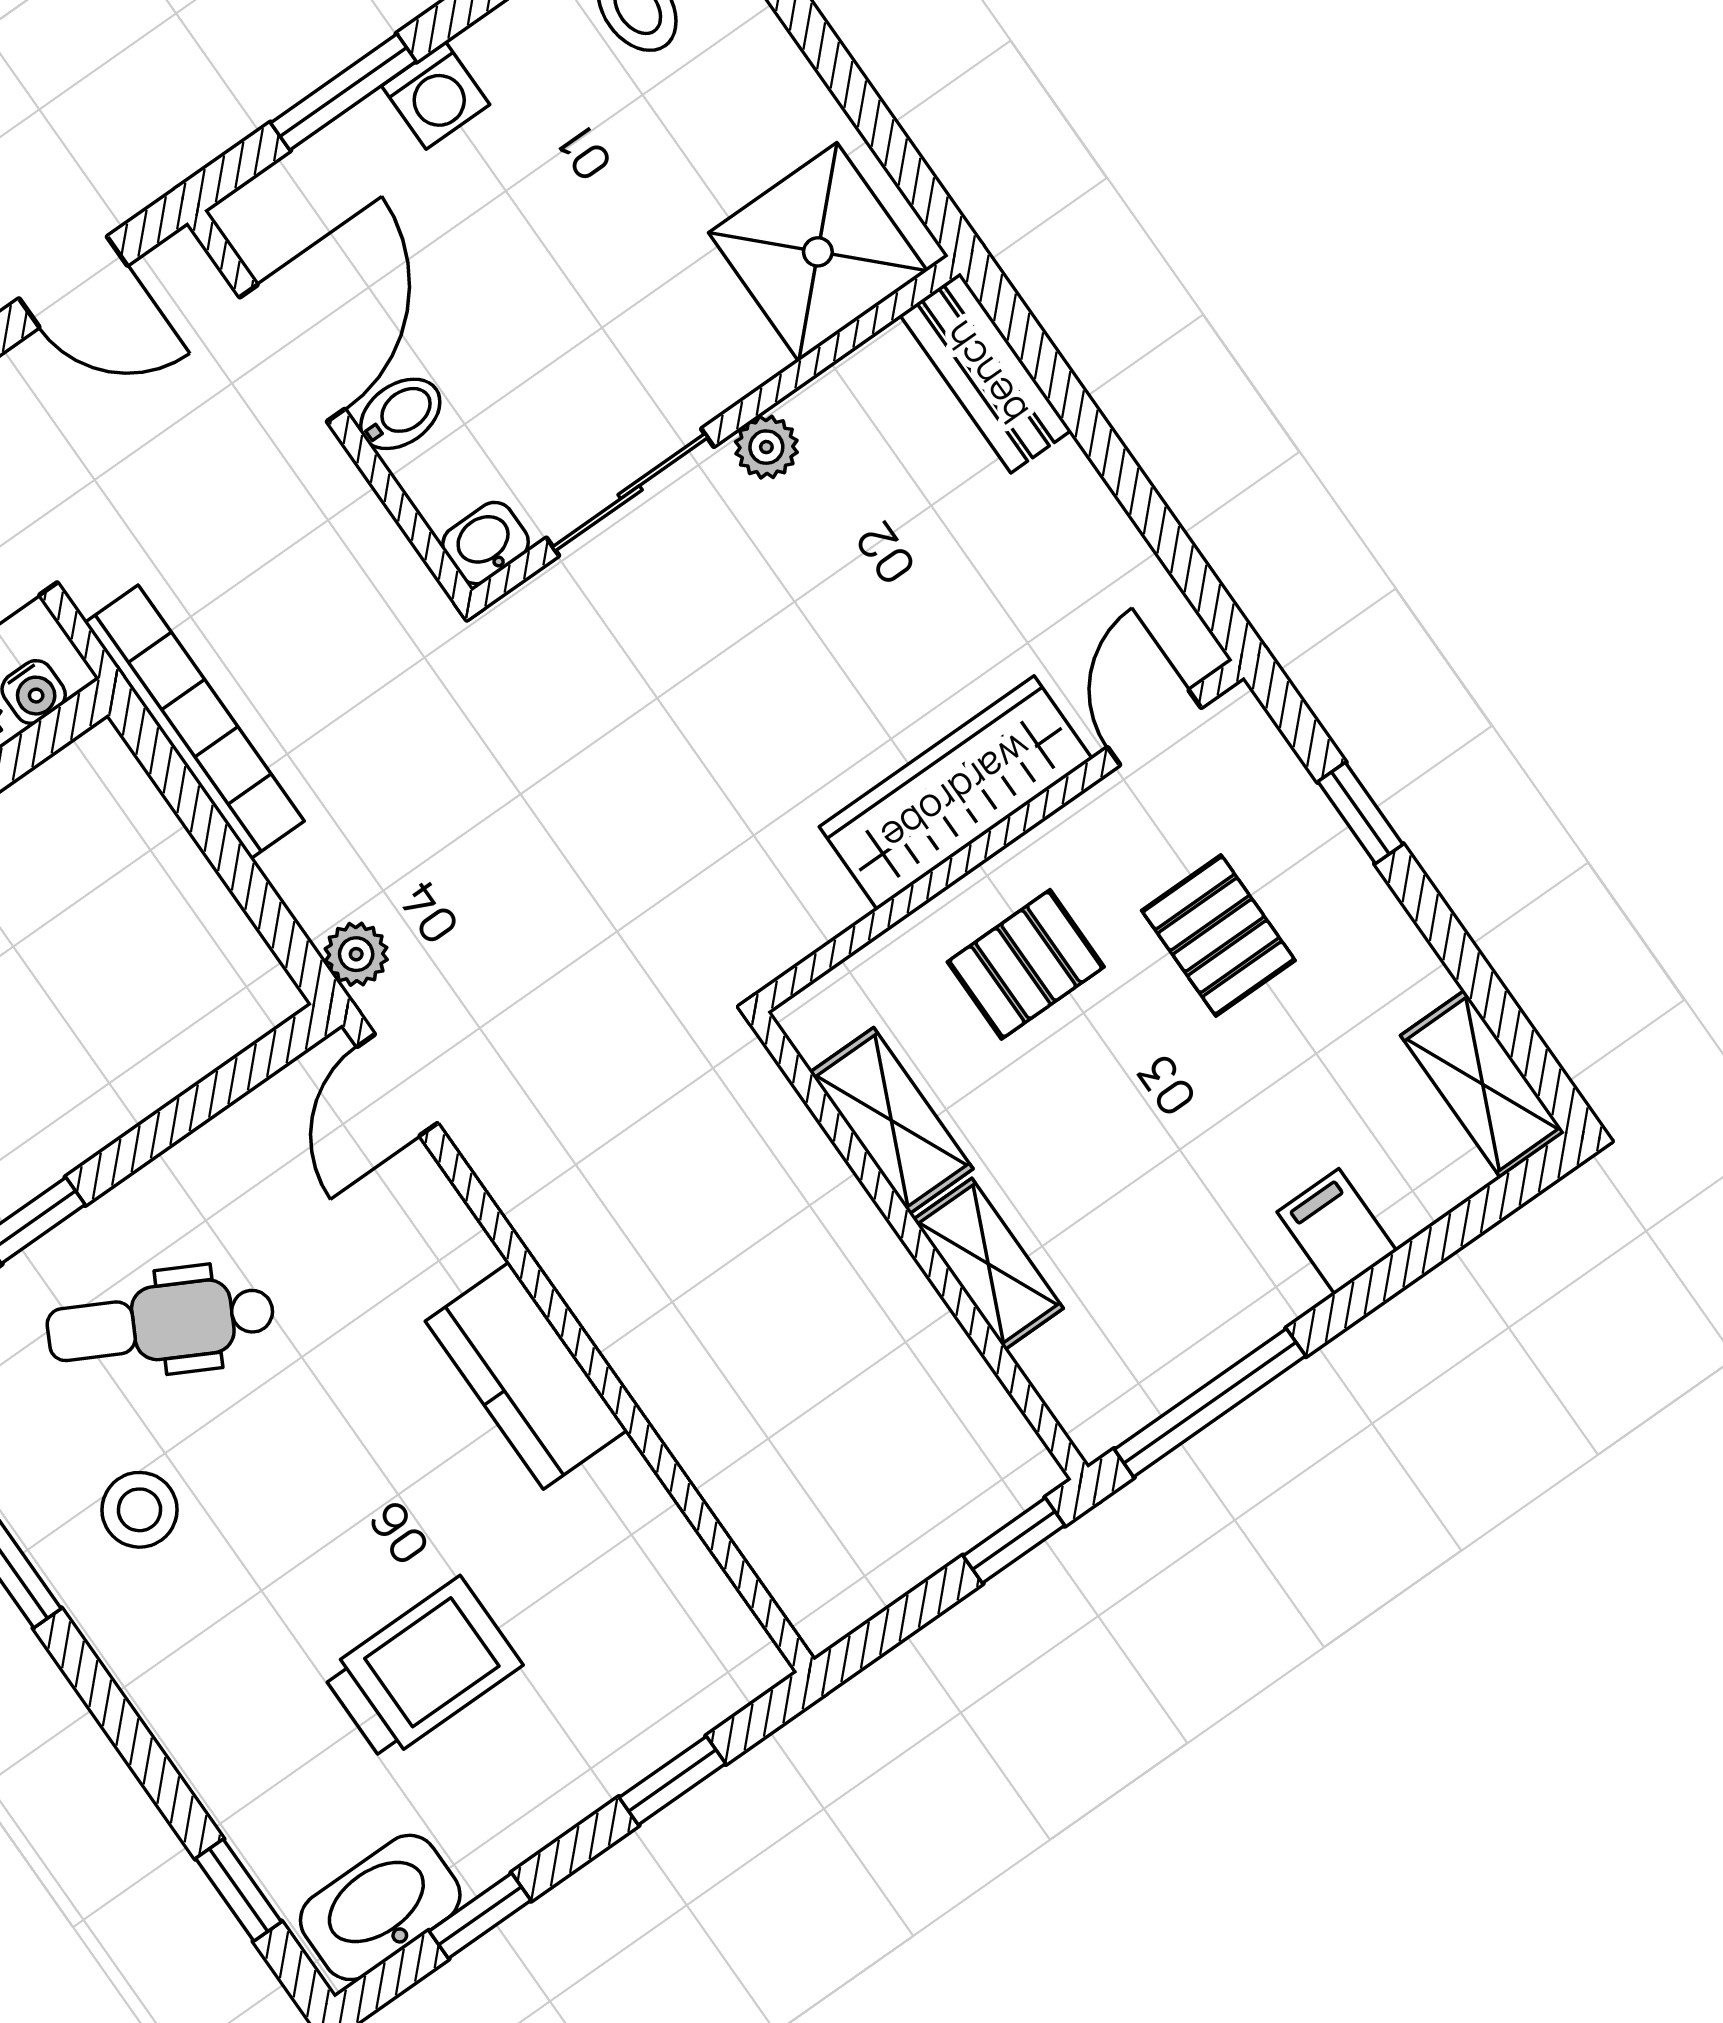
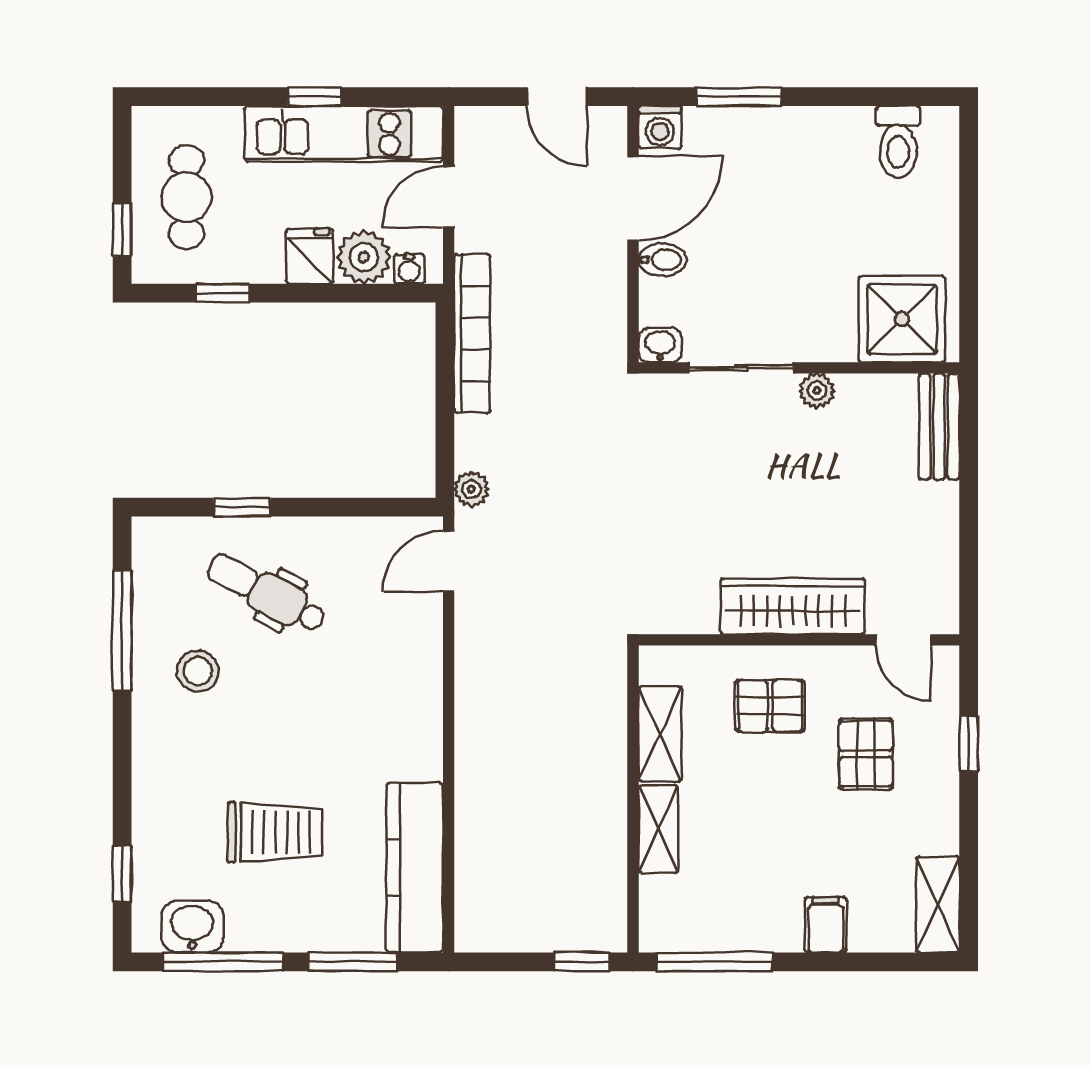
washing machine: (436, 95) -> (660, 127), moved
door: (1154, 727) -> (903, 640), swing flipped
kitchen counter: (526, 1376) -> (415, 868), moved, width x1.50
window: (672, 1781) -> (352, 962), width x1.50
washbasin: (380, 1907) -> (192, 926), width x0.72
window: (480, 1916) -> (223, 962), width x2.17

